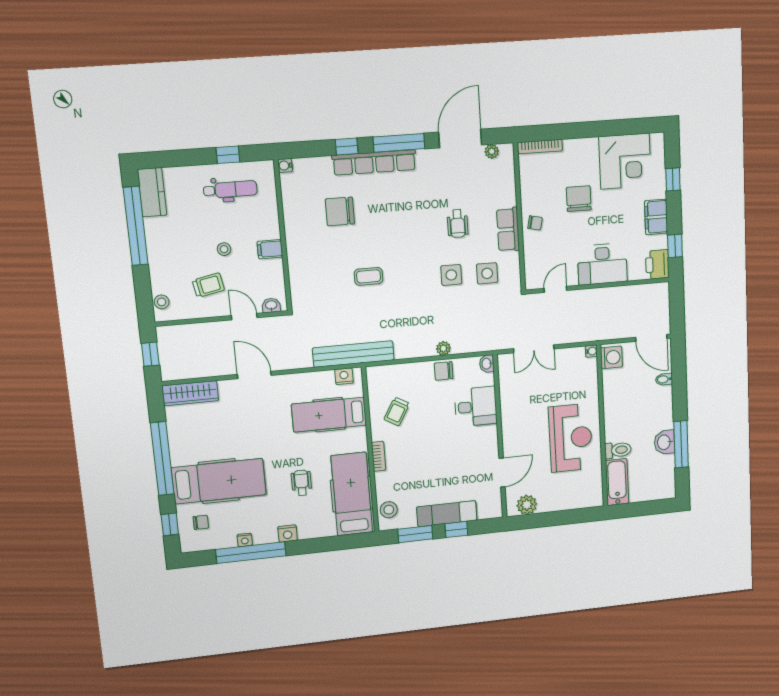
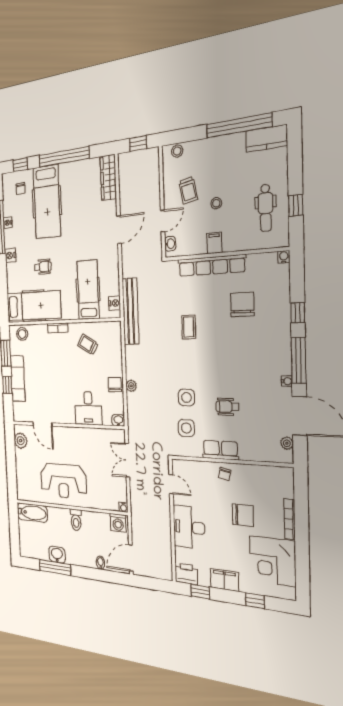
bookcase: (540, 147) -> (290, 519), moved
water cooler: (423, 155) -> (287, 381), added
row of seats: (374, 162) -> (211, 265), moved, turned -90
toilet: (618, 450) -> (76, 520), moved

